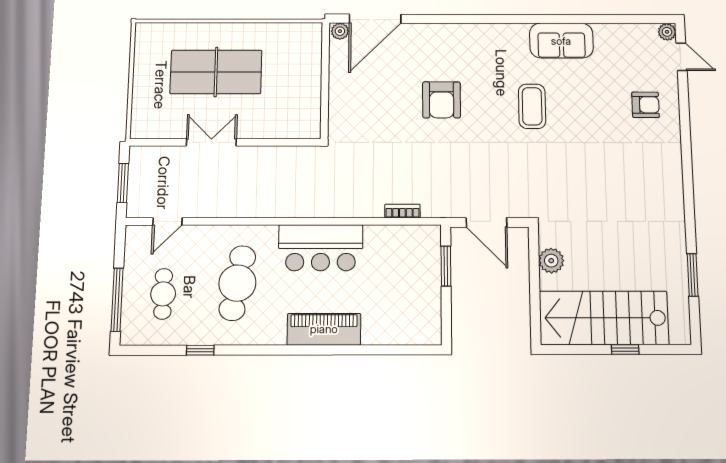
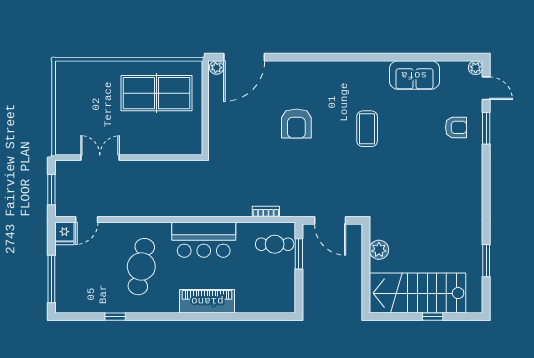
sofa: (561, 41) -> (414, 75), moved
table tennis table: (216, 72) -> (156, 93), moved
window: (684, 106) -> (486, 128), added
double door: (211, 142) -> (100, 158), moved
fridge: (137, 240) -> (64, 233), added
cafe table: (163, 294) -> (275, 244), moved, turned 90

